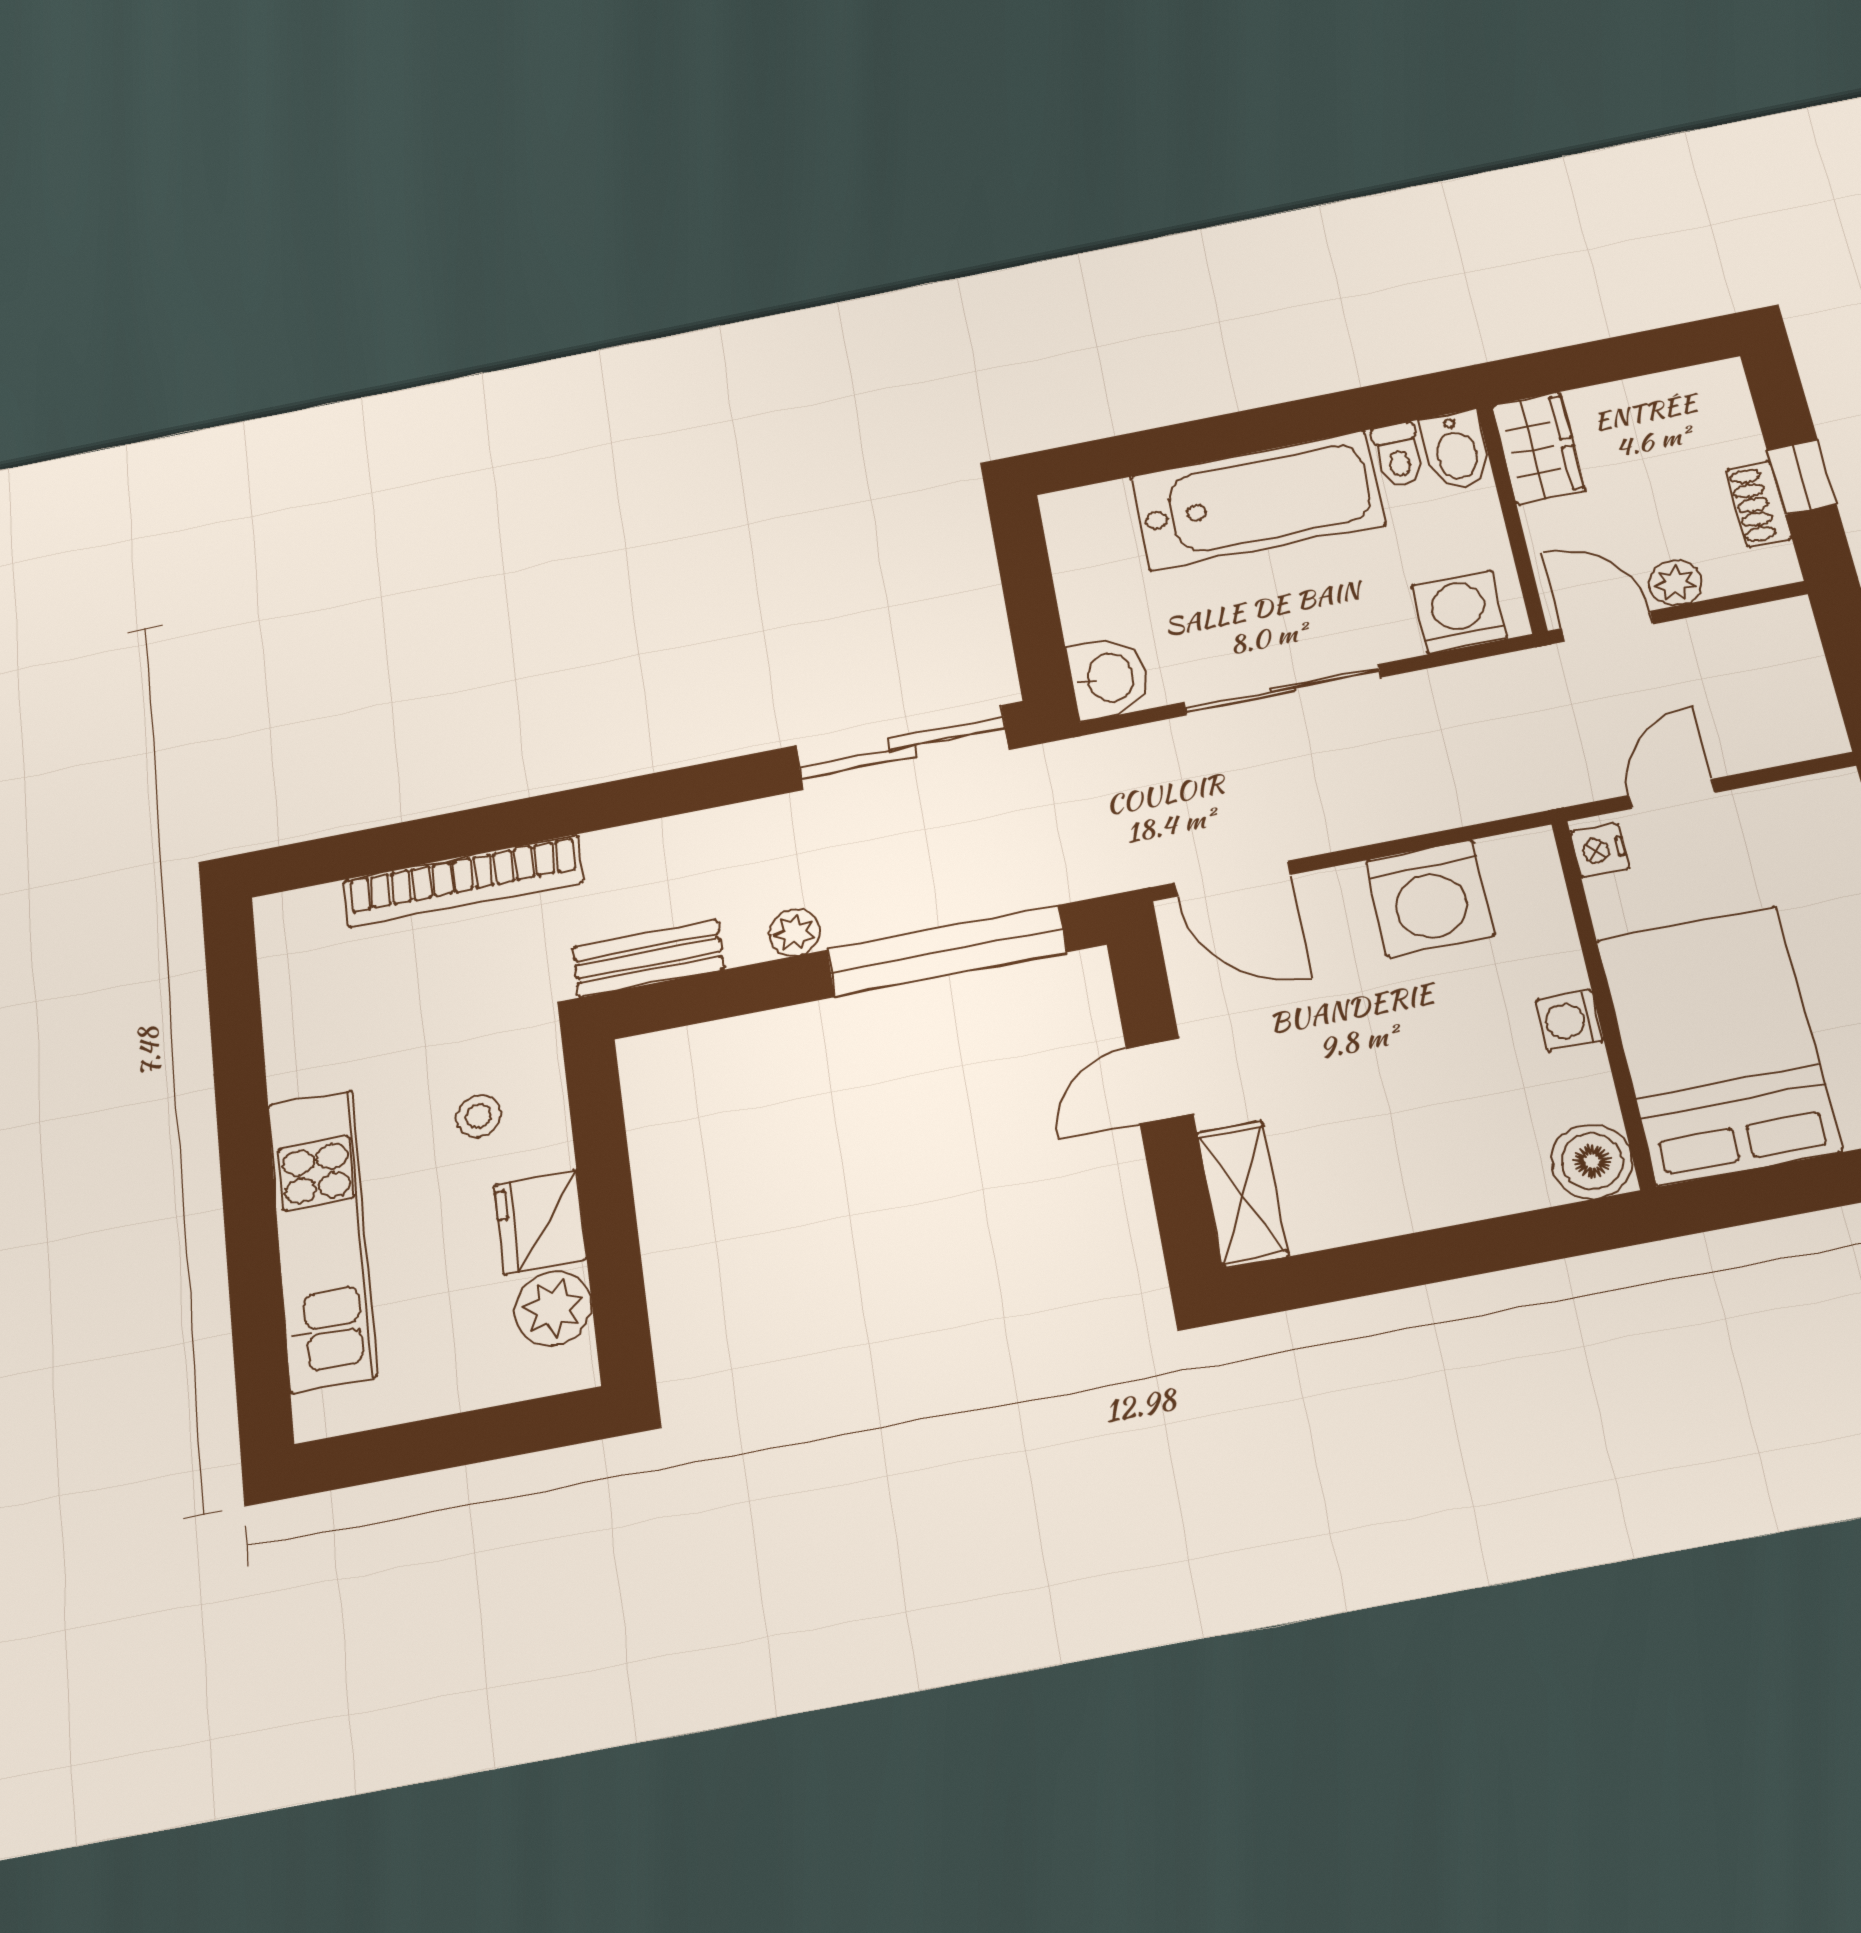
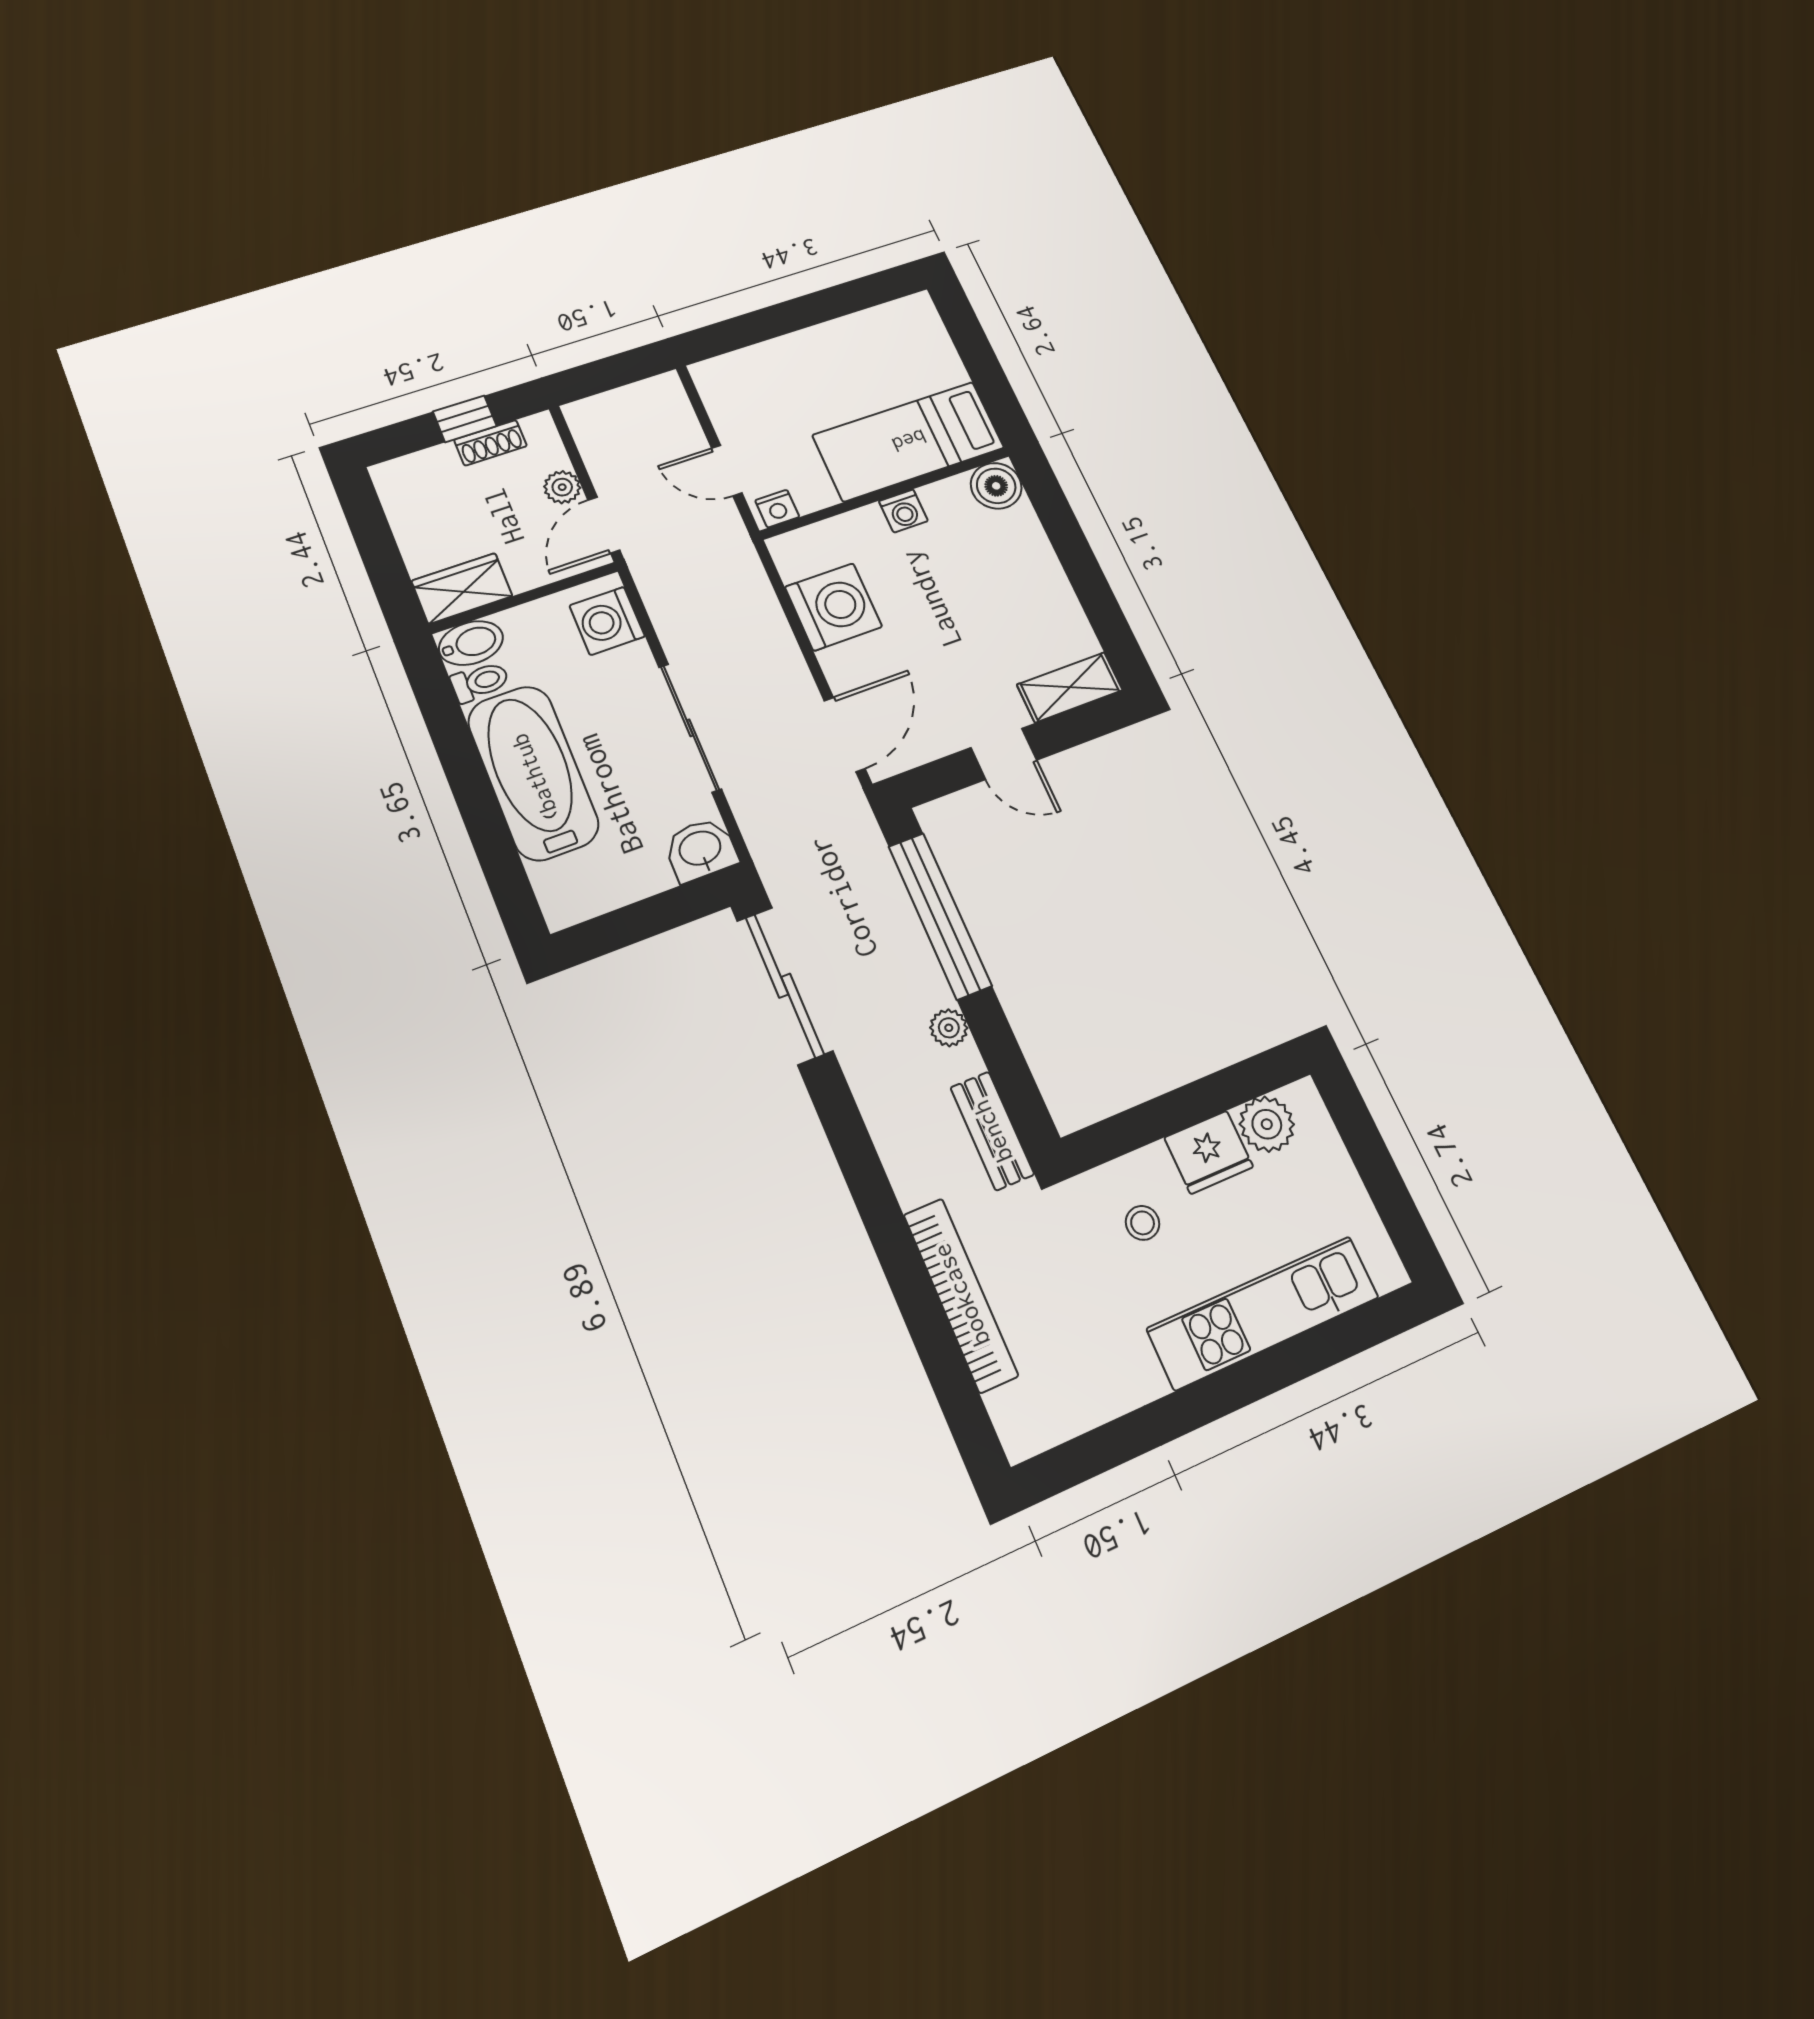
bed: (1717, 1044) -> (909, 441), width x0.67

